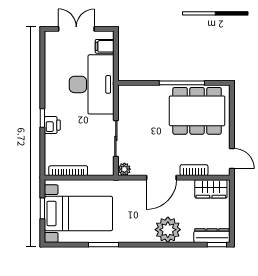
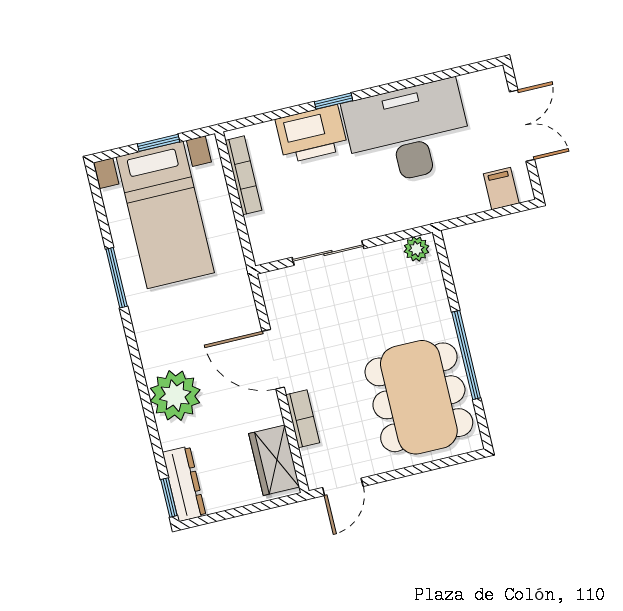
desk: (92, 84) -> (408, 133), moved, turned 180
printer: (52, 125) -> (312, 134), width x1.87, depth x1.48
plant: (124, 169) -> (416, 249), moved

